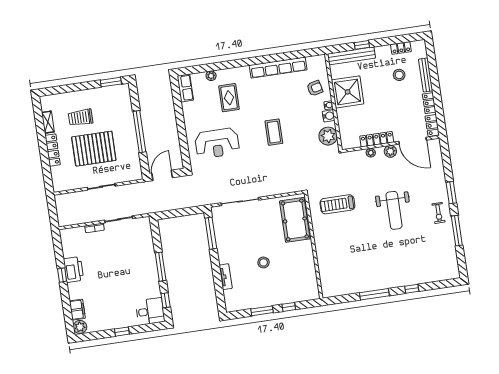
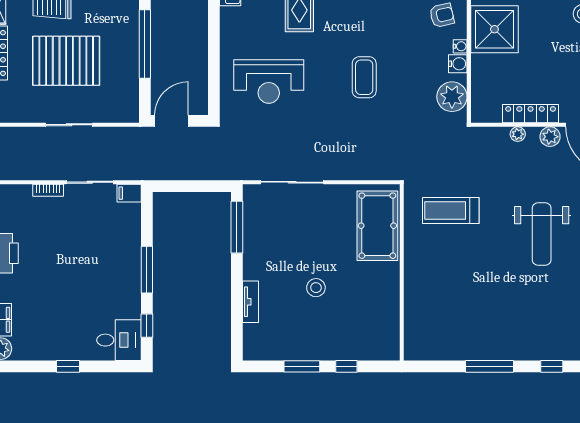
filing cabinet: (143, 222) -> (129, 193), added

